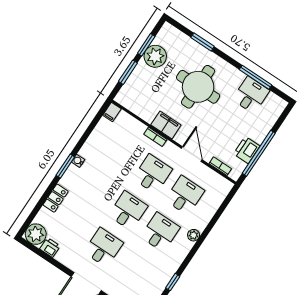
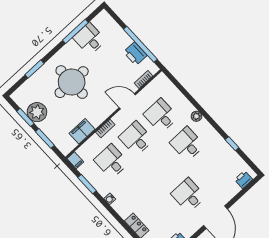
filing cabinet: (166, 125) -> (82, 131), moved
window: (65, 166) -> (87, 184), moved
desk: (128, 211) -> (111, 161), moved

